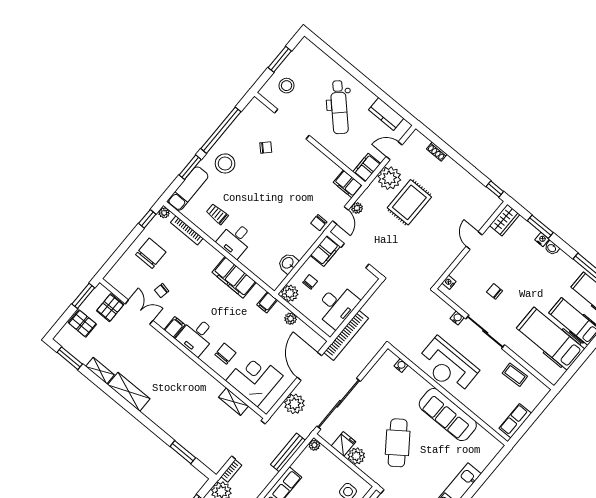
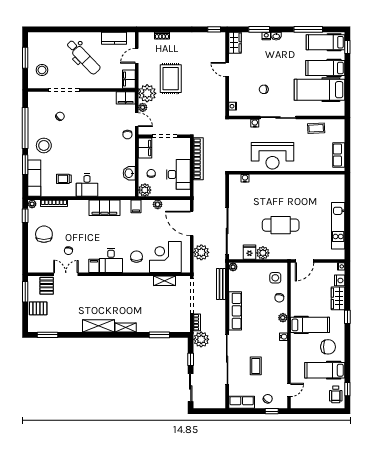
plant: (389, 178) -> (147, 93), moved
bookcase: (346, 335) -> (198, 159), moved
shelving: (100, 371) -> (126, 327), moved
sofa: (448, 415) -> (296, 184), removed
cafe table: (398, 443) -> (281, 225), turned -54

